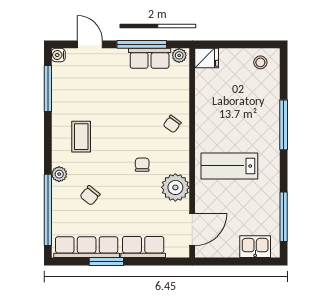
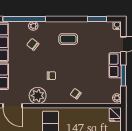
window: (142, 44) -> (123, 75), width x0.69
row of seats: (150, 58) -> (115, 65), moved
window: (48, 89) -> (97, 19), width x0.69
plant: (59, 174) -> (33, 26), moved

